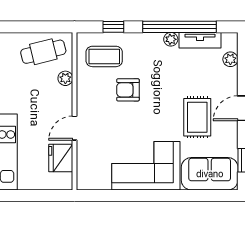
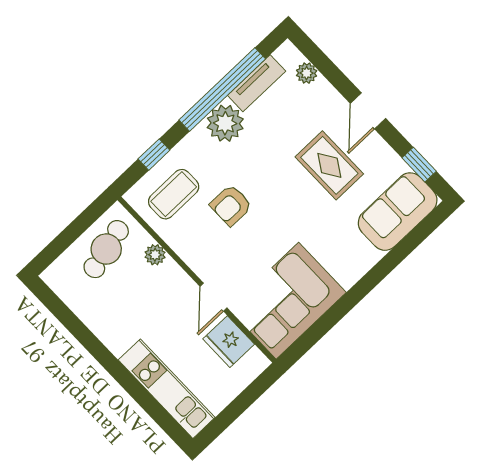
plant: (171, 39) -> (225, 123), width x1.88, depth x1.88
corner sofa: (146, 166) -> (287, 301), moved

